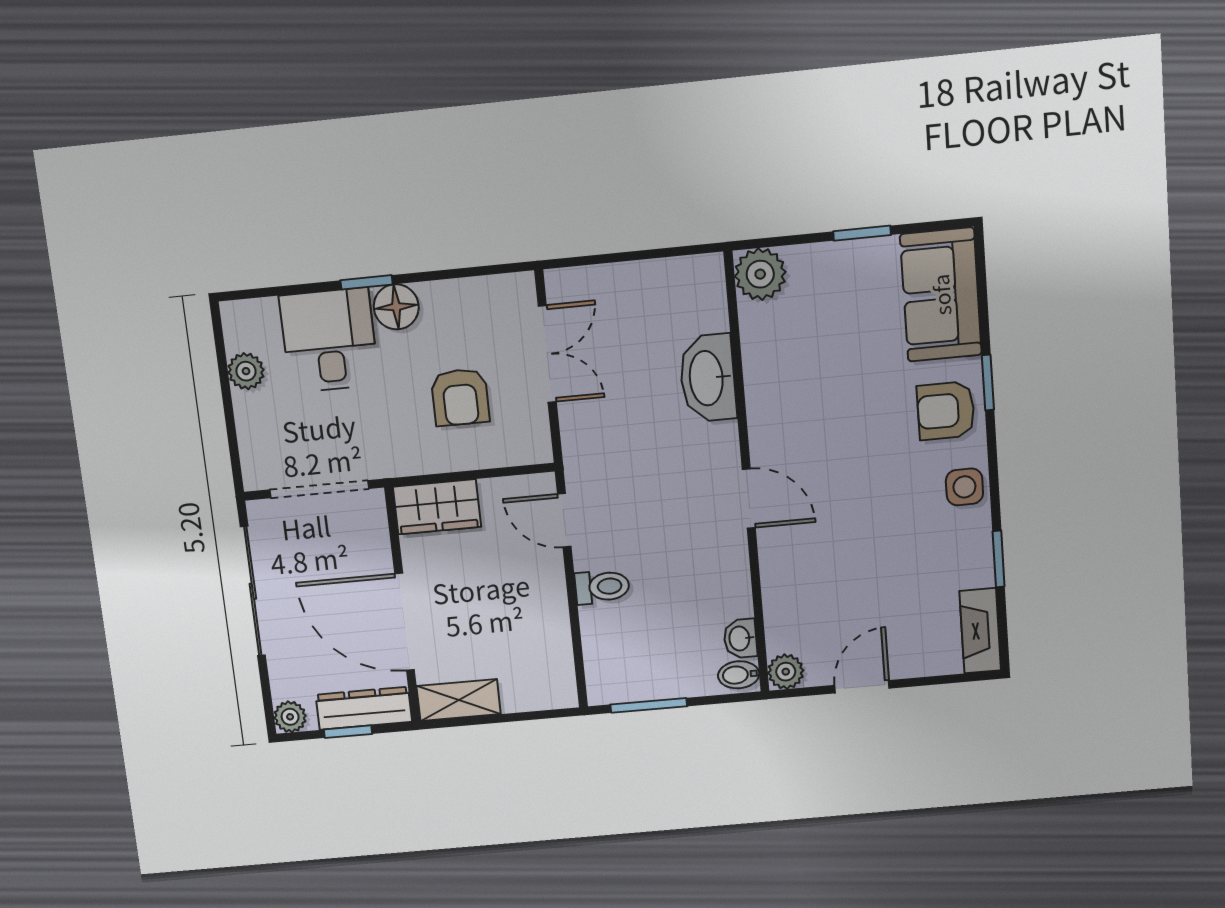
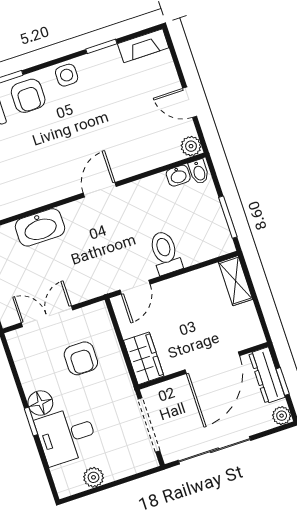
armchair: (460, 397) -> (81, 358), turned 90
toilet: (602, 587) -> (165, 253), width x1.37, depth x1.39
shelving: (459, 700) -> (235, 281), moved

